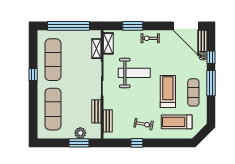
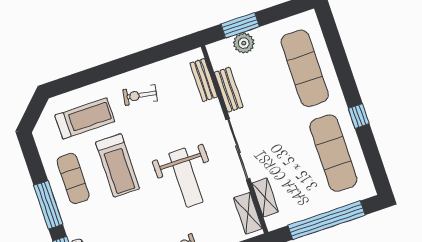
weight bench: (134, 73) -> (186, 178), turned -90
window: (137, 143) -> (141, 59), removed

